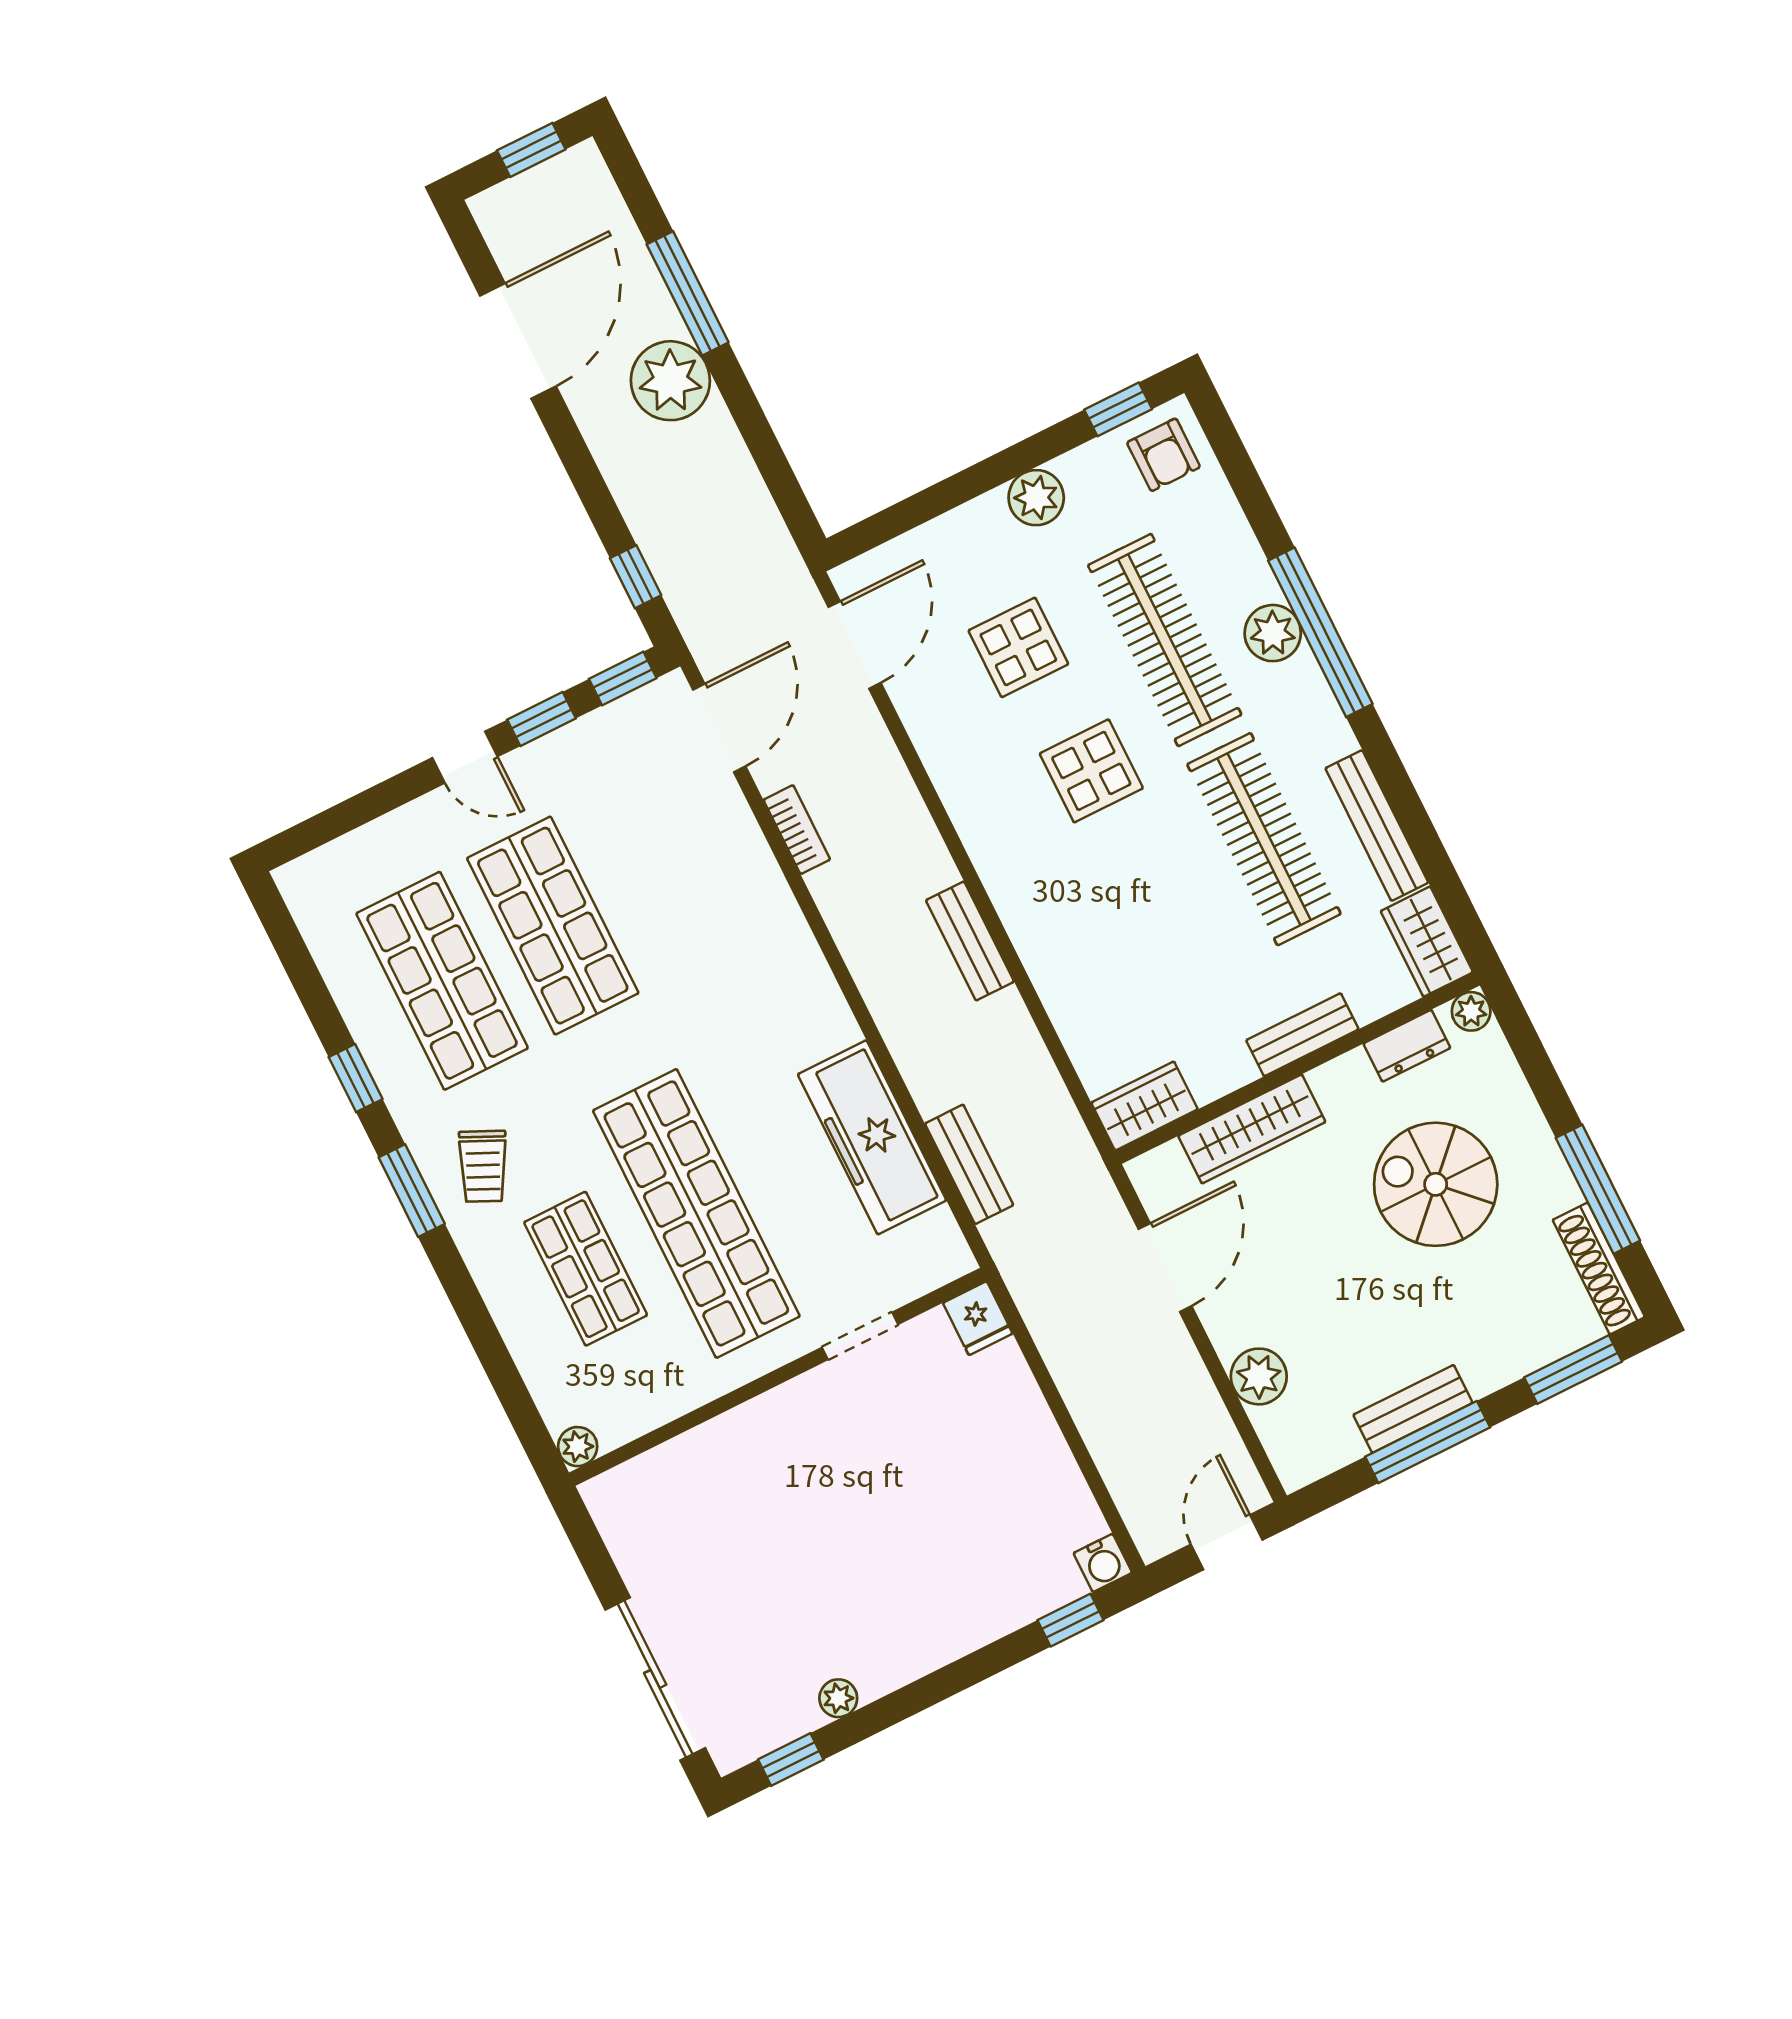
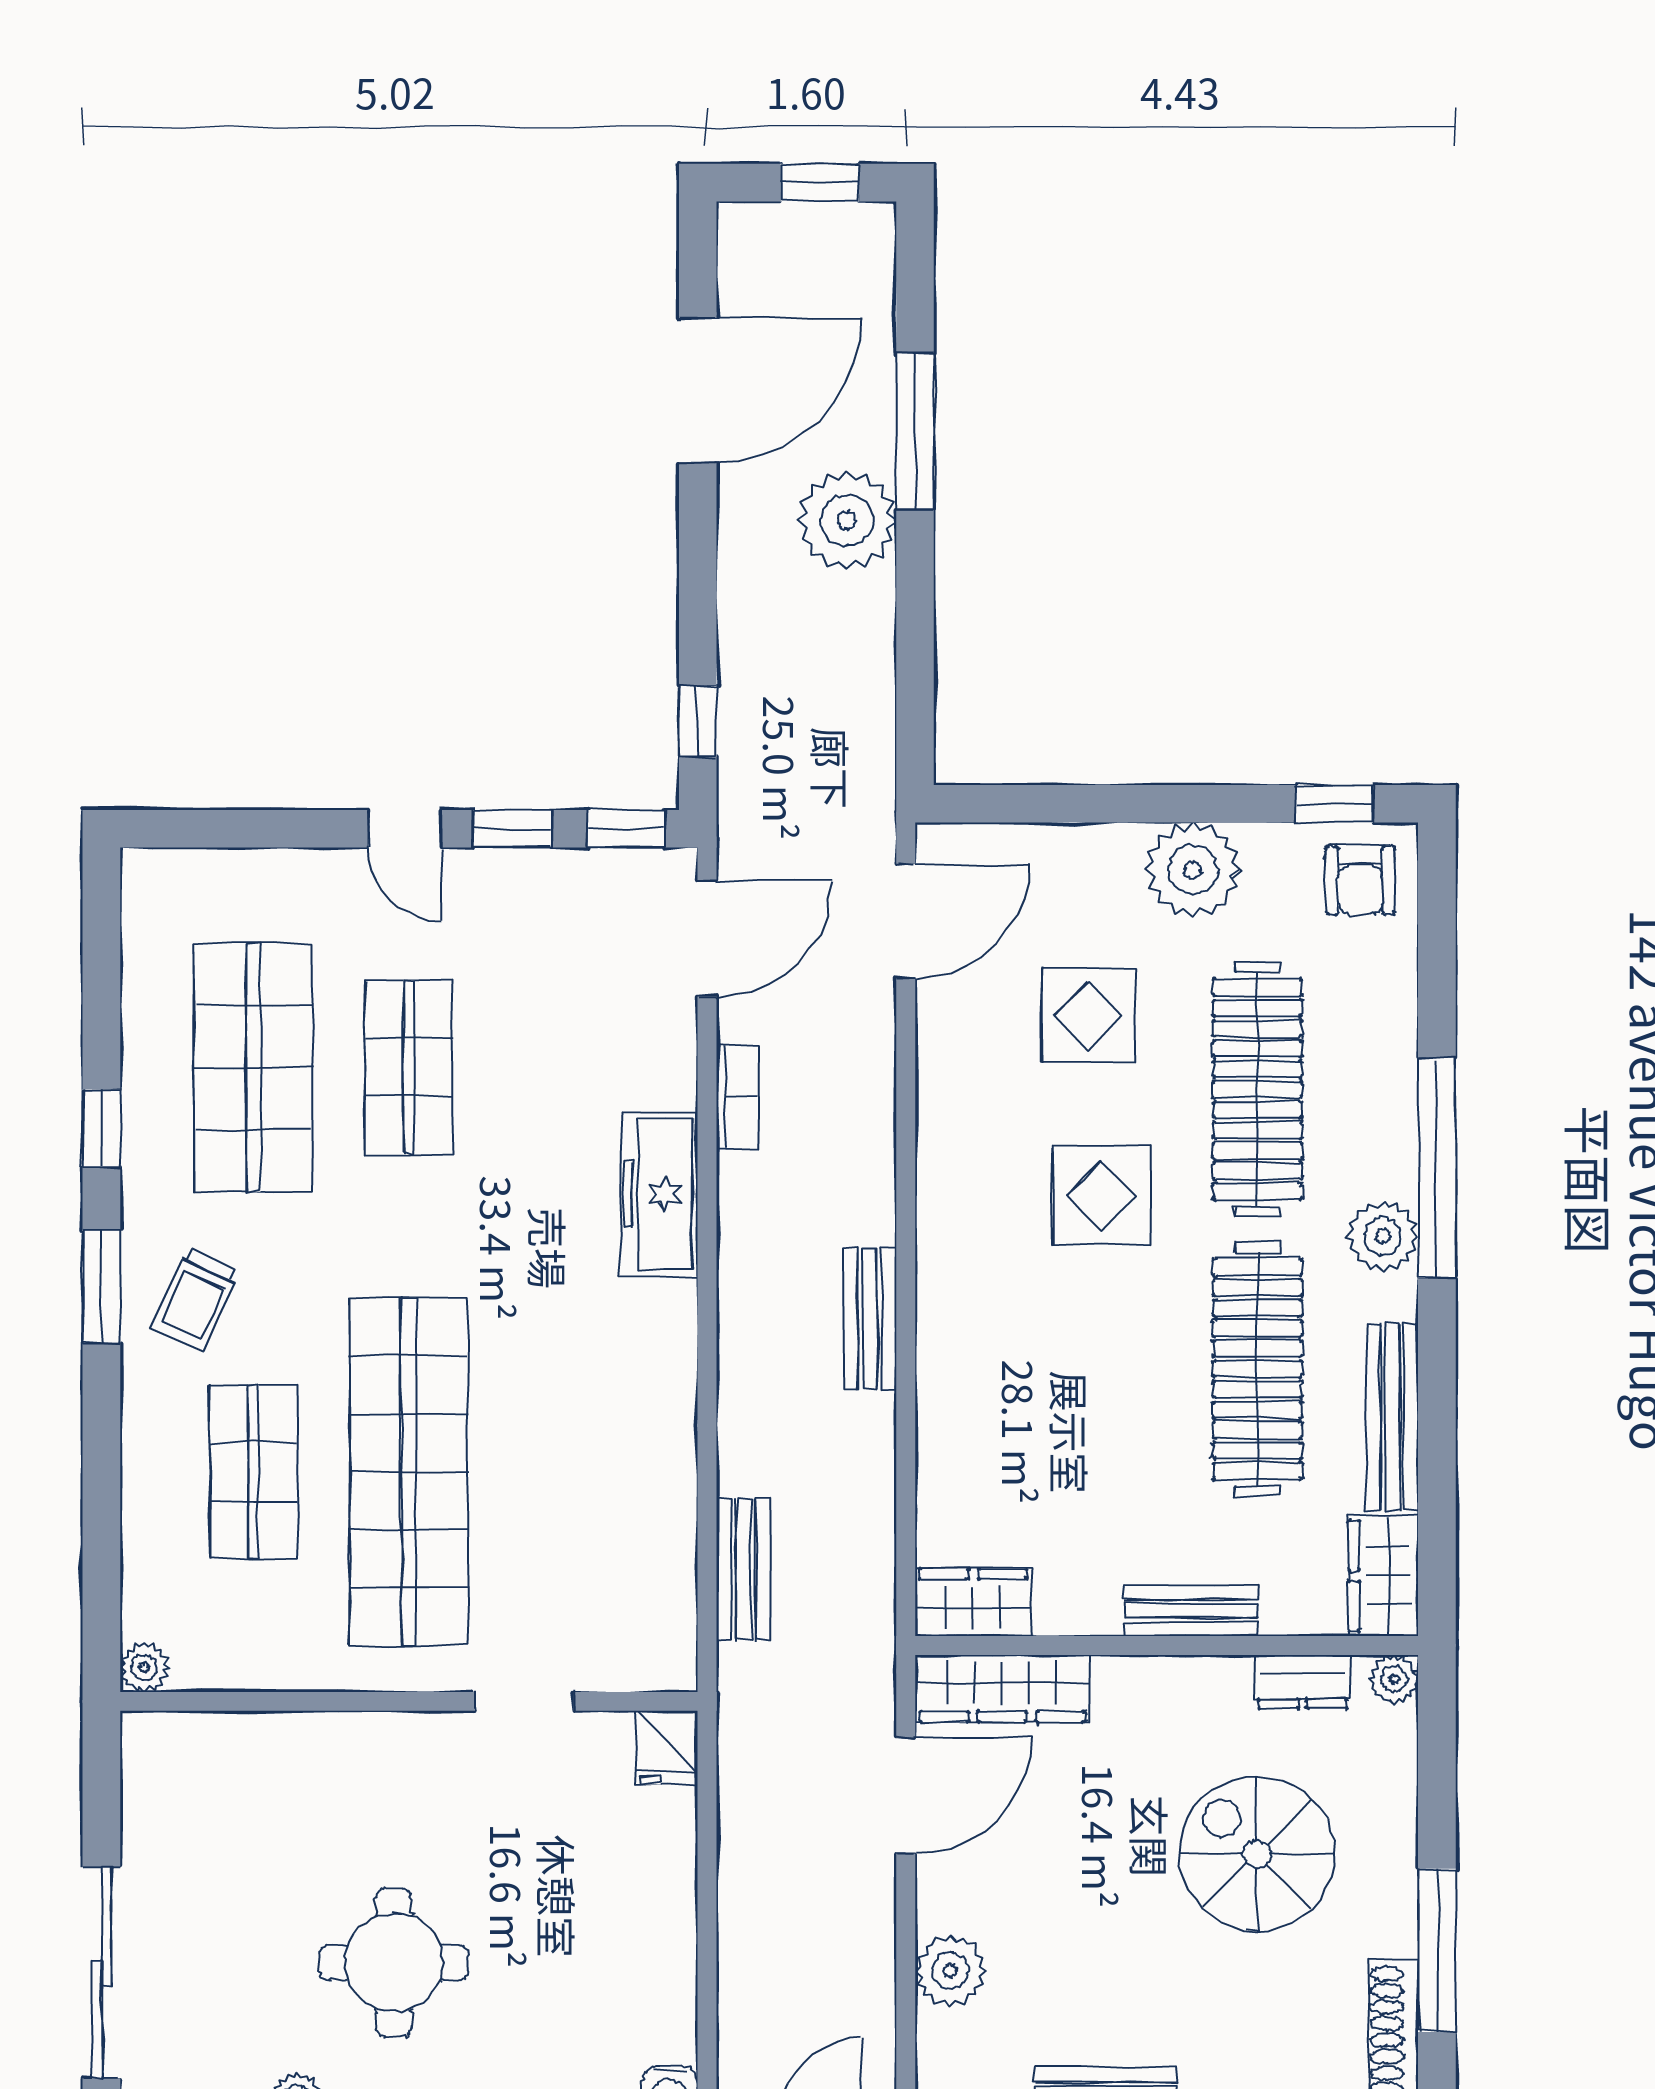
plant: (1036, 498) -> (1193, 870), width x1.36, depth x1.36
plant: (1273, 633) -> (1383, 1236), moved
shop shelf: (553, 926) -> (409, 1067), width x0.70, depth x0.74
wardrobe: (1252, 1129) -> (1002, 1688), moved
freezer: (872, 1137) -> (659, 1194), moved, width x0.73, depth x0.79
round table: (860, 1568) -> (394, 1963), added

